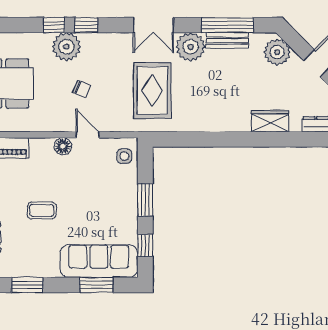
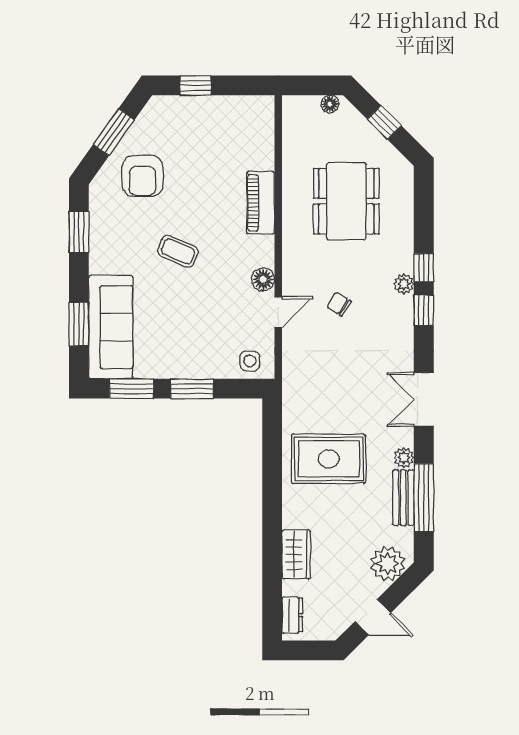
plant: (66, 47) -> (404, 284), width x0.53, depth x0.53
plant: (191, 47) -> (404, 458), width x0.53, depth x0.53
chair: (82, 89) -> (339, 304), turned 100
rug: (152, 90) -> (329, 459), moved
coffee table: (42, 210) -> (178, 251), turned -67
window: (145, 245) -> (132, 389), width x1.50

